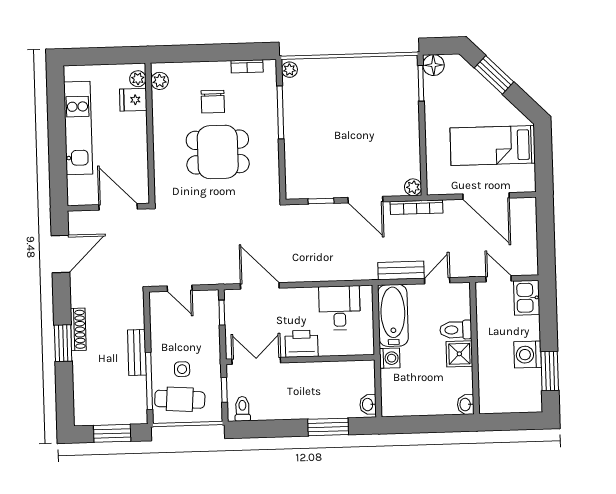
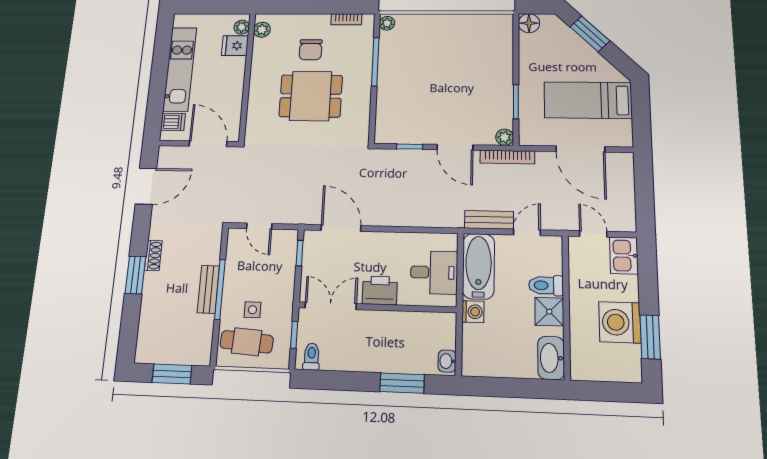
window: (421, 83) -> (516, 102), moved
dishwasher: (79, 186) -> (173, 122), added
desk: (340, 308) -> (434, 272), moved, turned 90
shoe rack: (78, 329) -> (153, 255), width x0.70
washing machine: (528, 355) -> (620, 322), width x1.37, depth x1.37
window: (149, 381) -> (220, 289), moved
washbasin: (466, 405) -> (551, 358), width x1.91, depth x1.45

